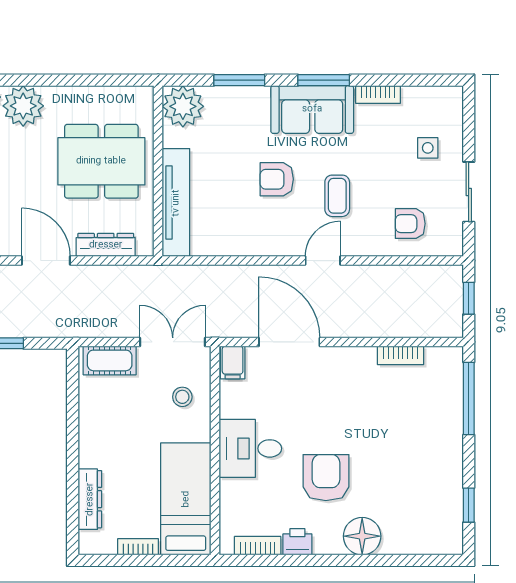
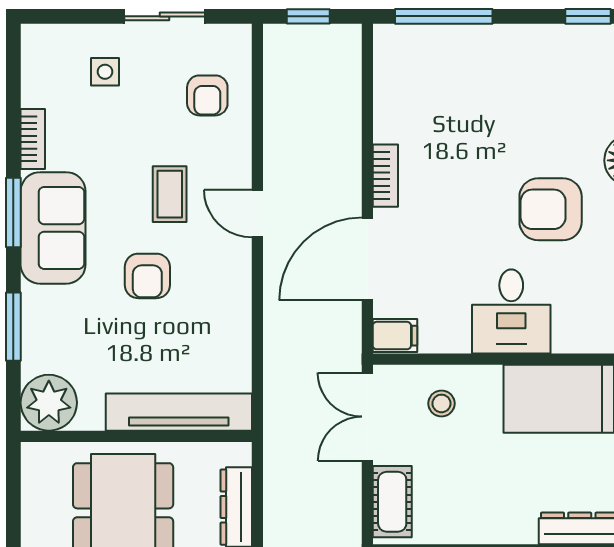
coffee table: (337, 196) -> (170, 194), turned 90
bookcase: (401, 355) -> (385, 176), moved

